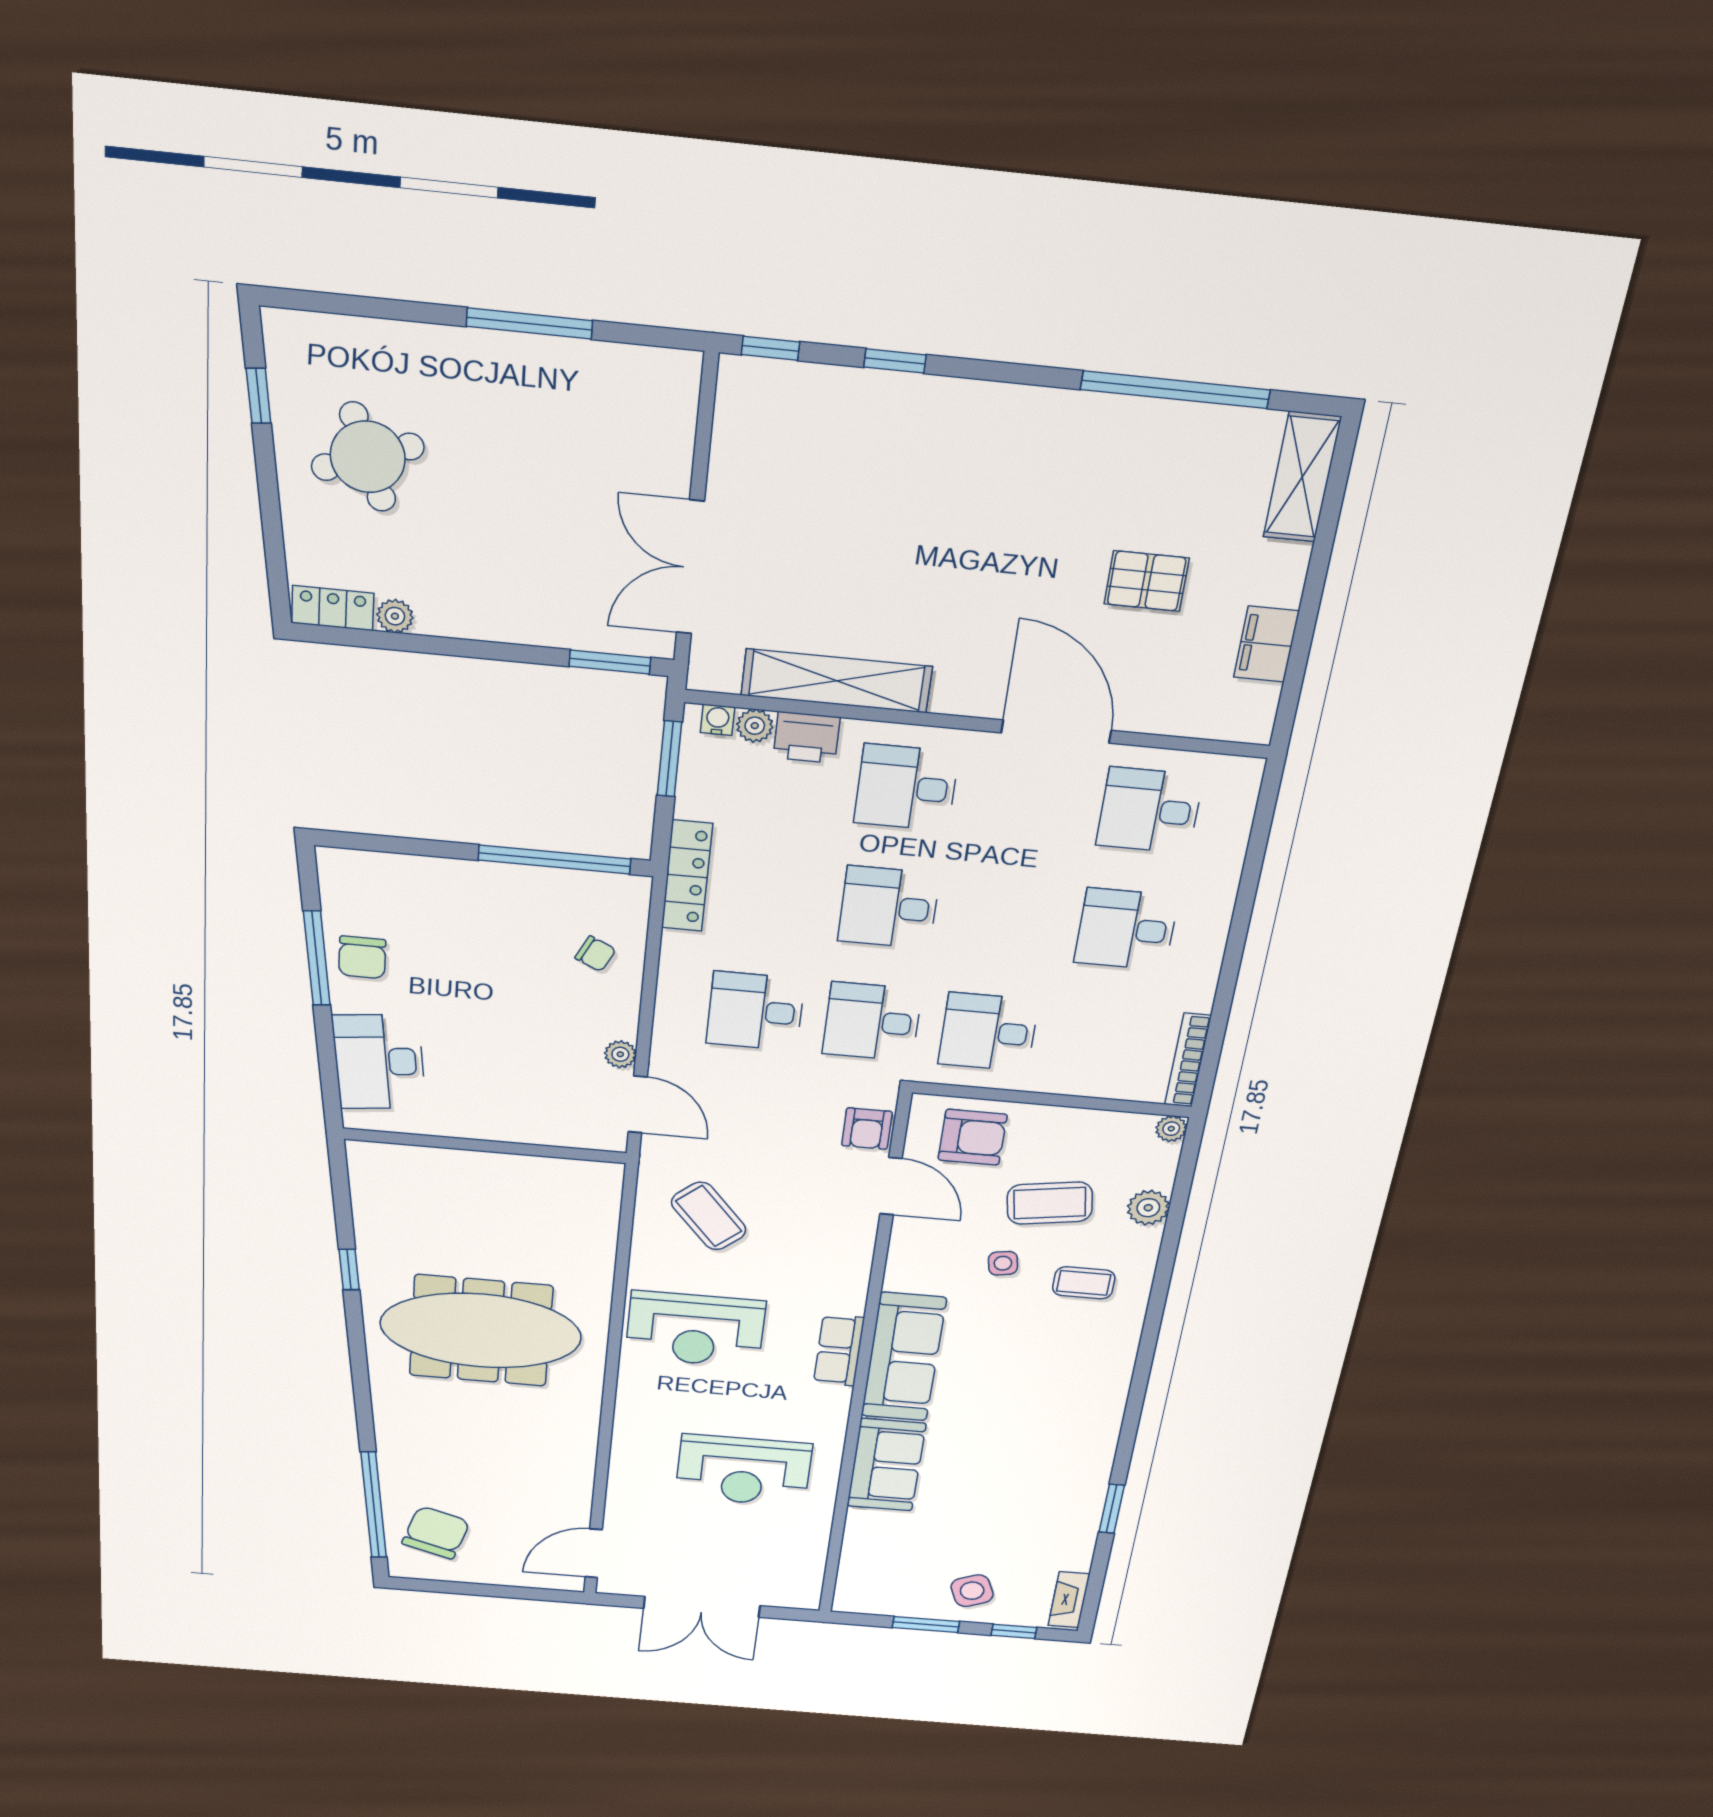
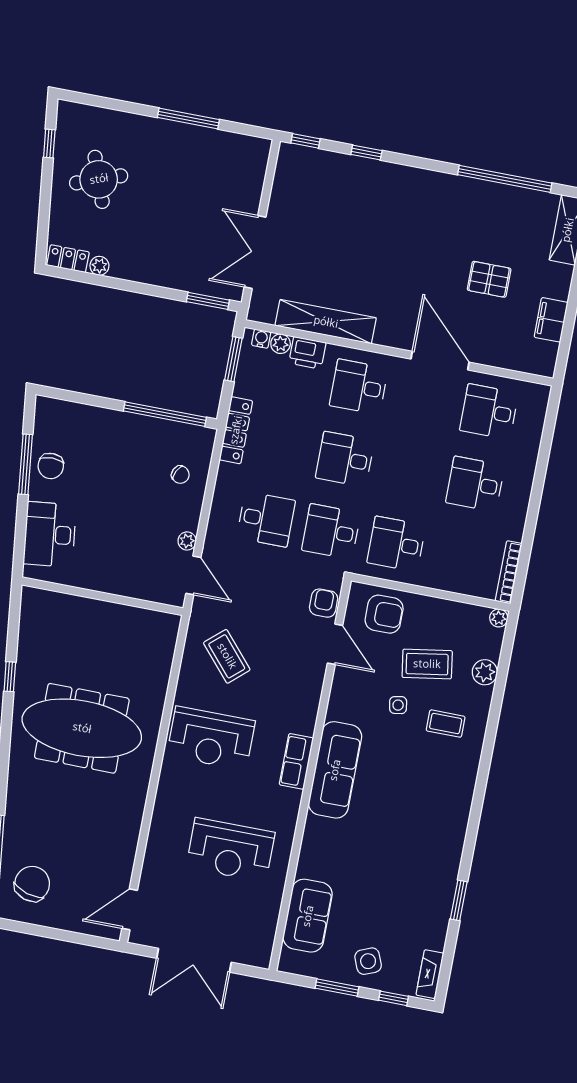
desk: (755, 1011) -> (266, 519), turned 180
armchair: (867, 1129) -> (324, 603), turned 180
sofa: (886, 1465) -> (308, 916), moved

